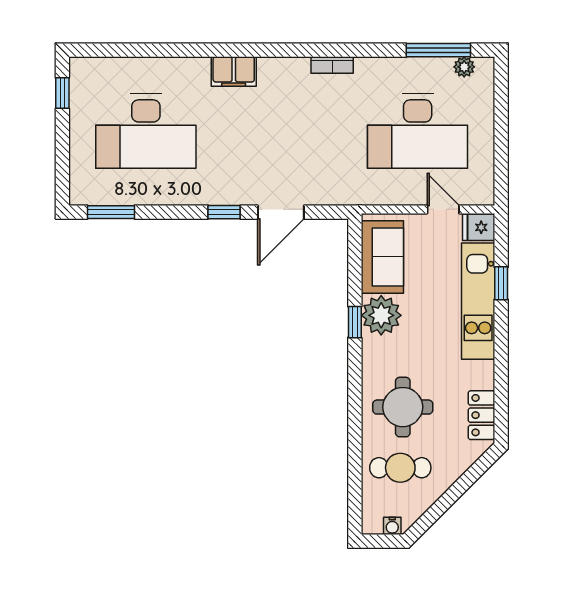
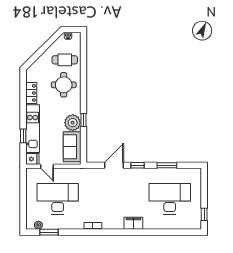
window: (438, 50) -> (49, 232), width x0.69
window: (111, 212) -> (167, 165), moved
locker: (482, 415) -> (31, 93), moved

